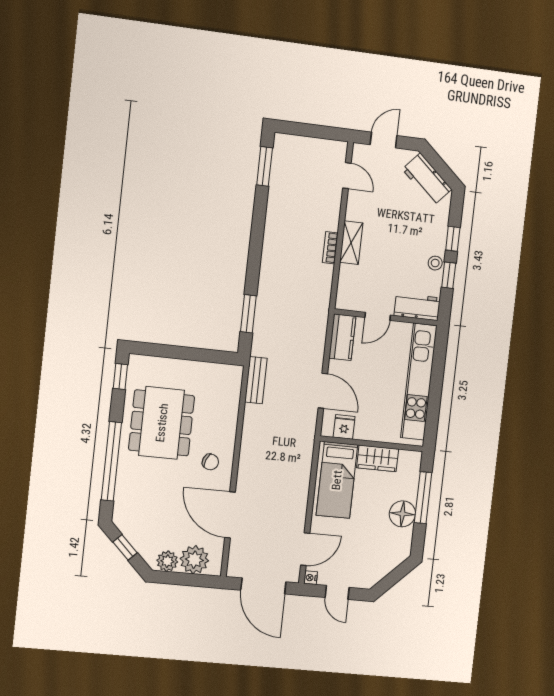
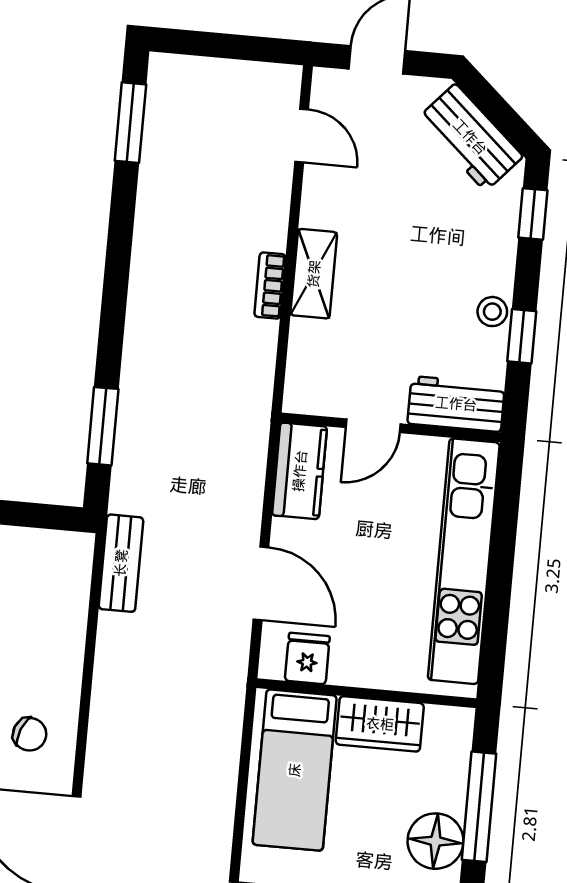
window: (453, 239) -> (533, 214), moved

